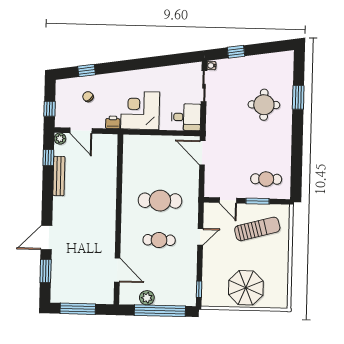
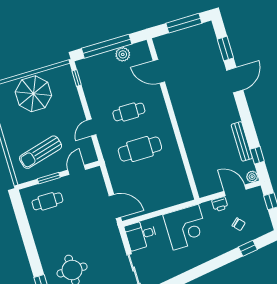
printer: (113, 122) -> (220, 204), moved
door: (228, 200) -> (77, 170), hinge flipped

